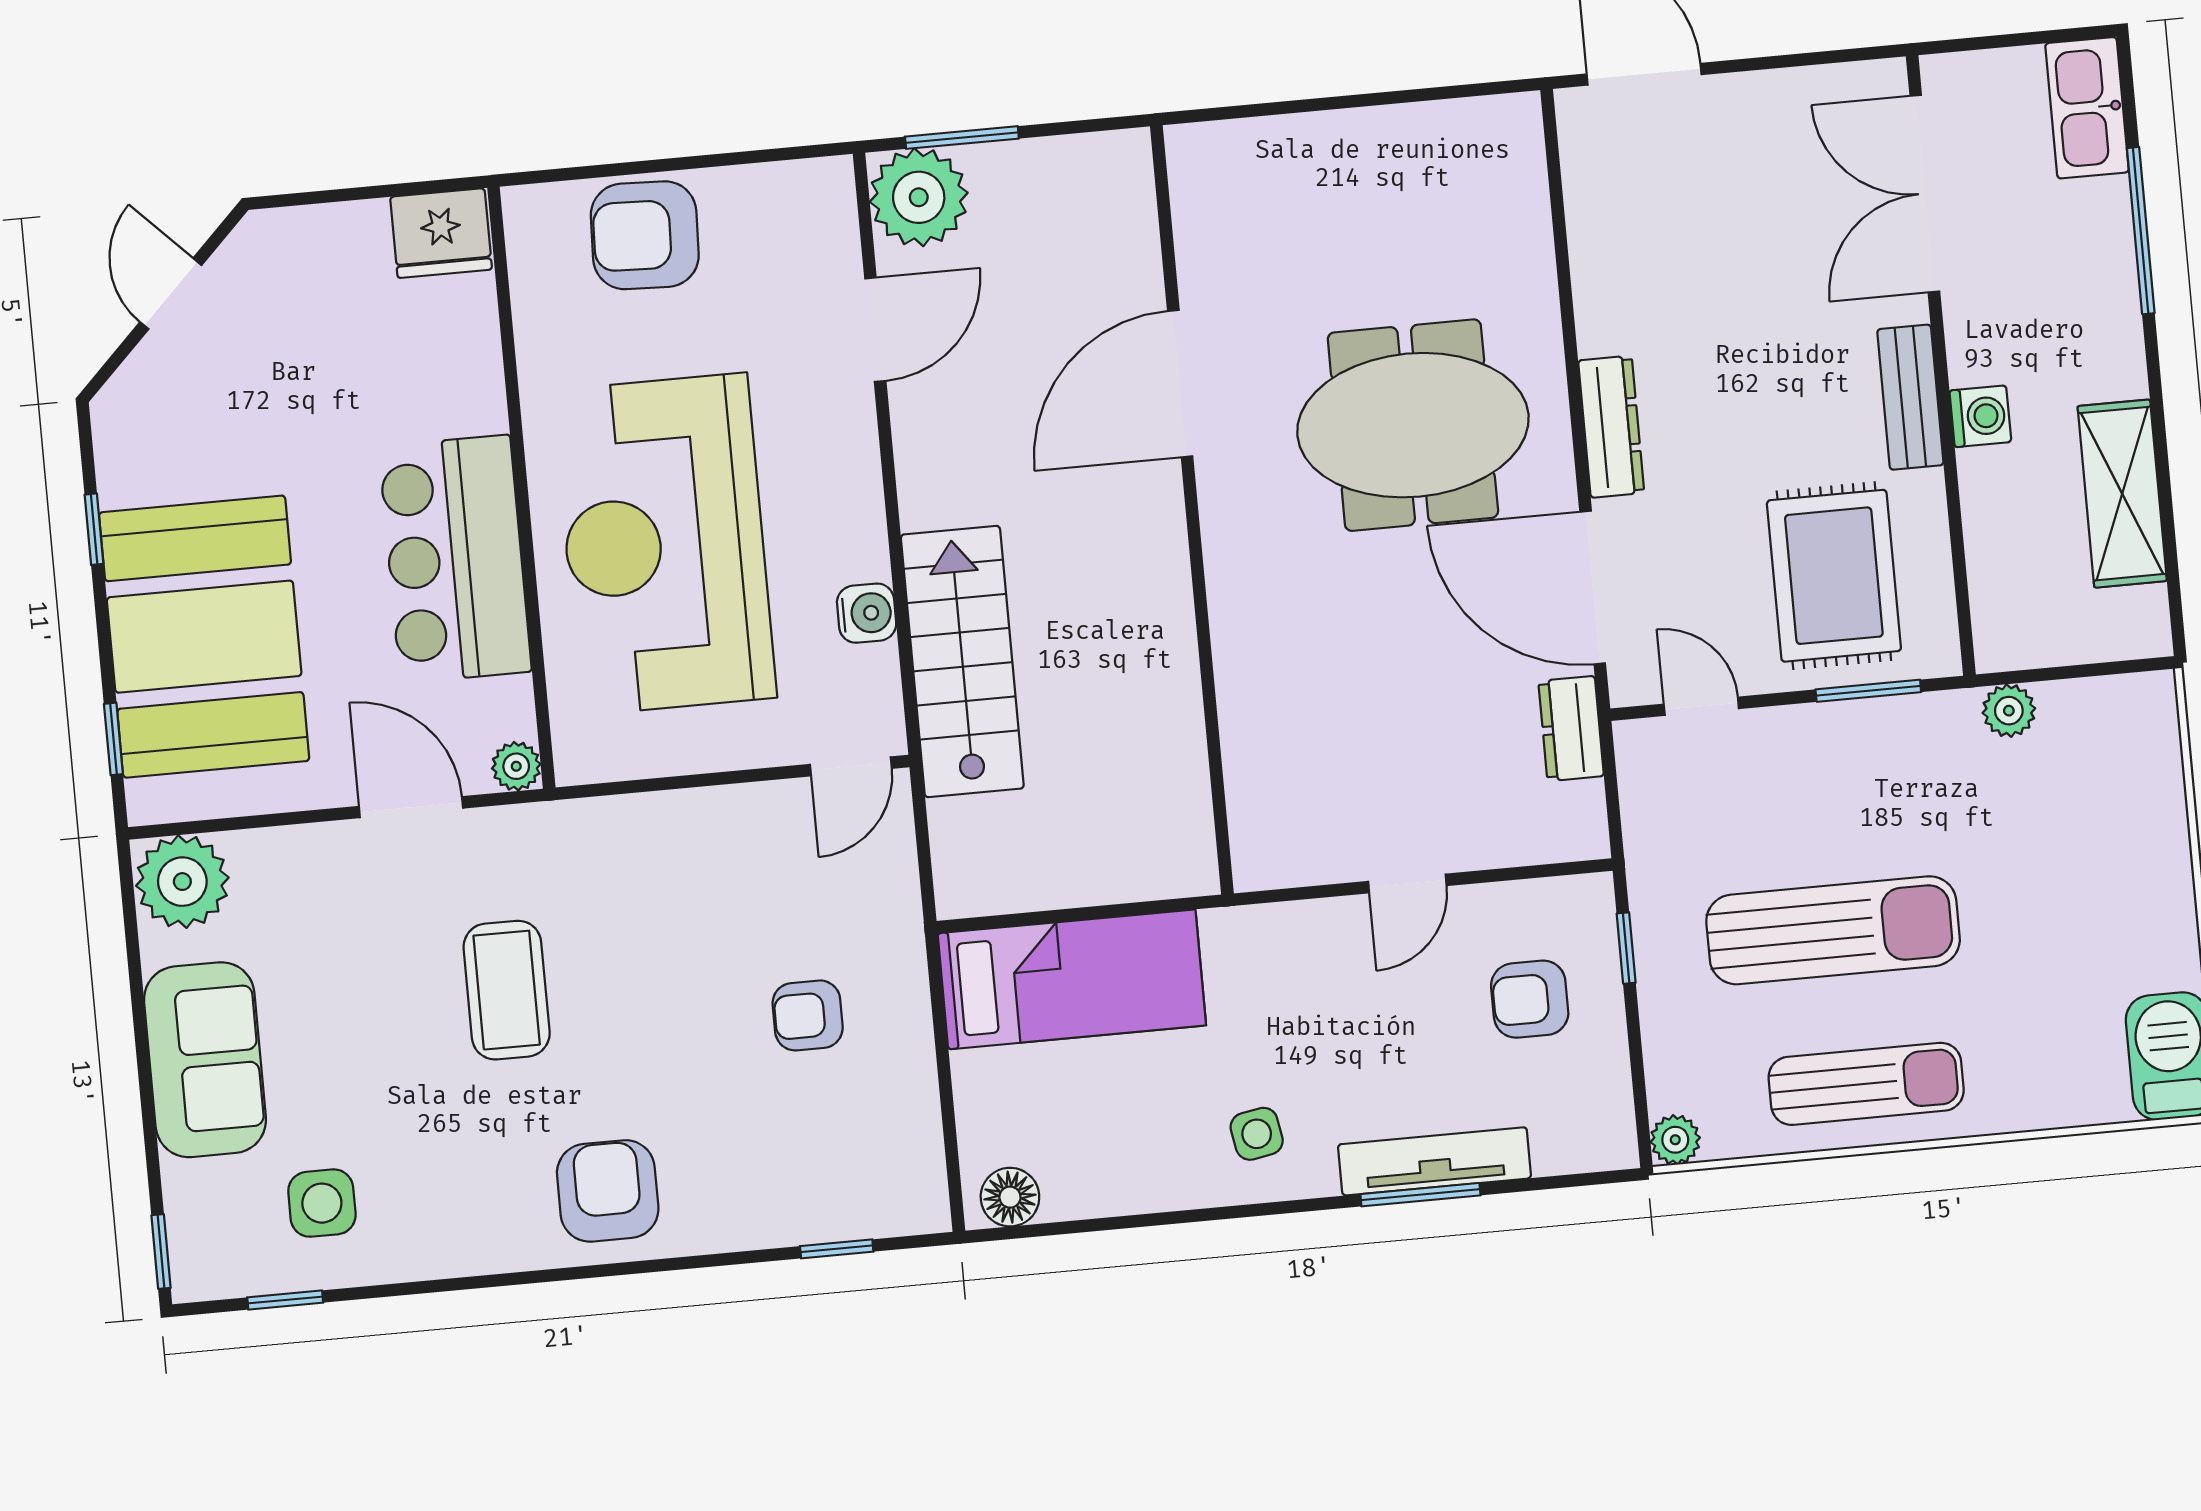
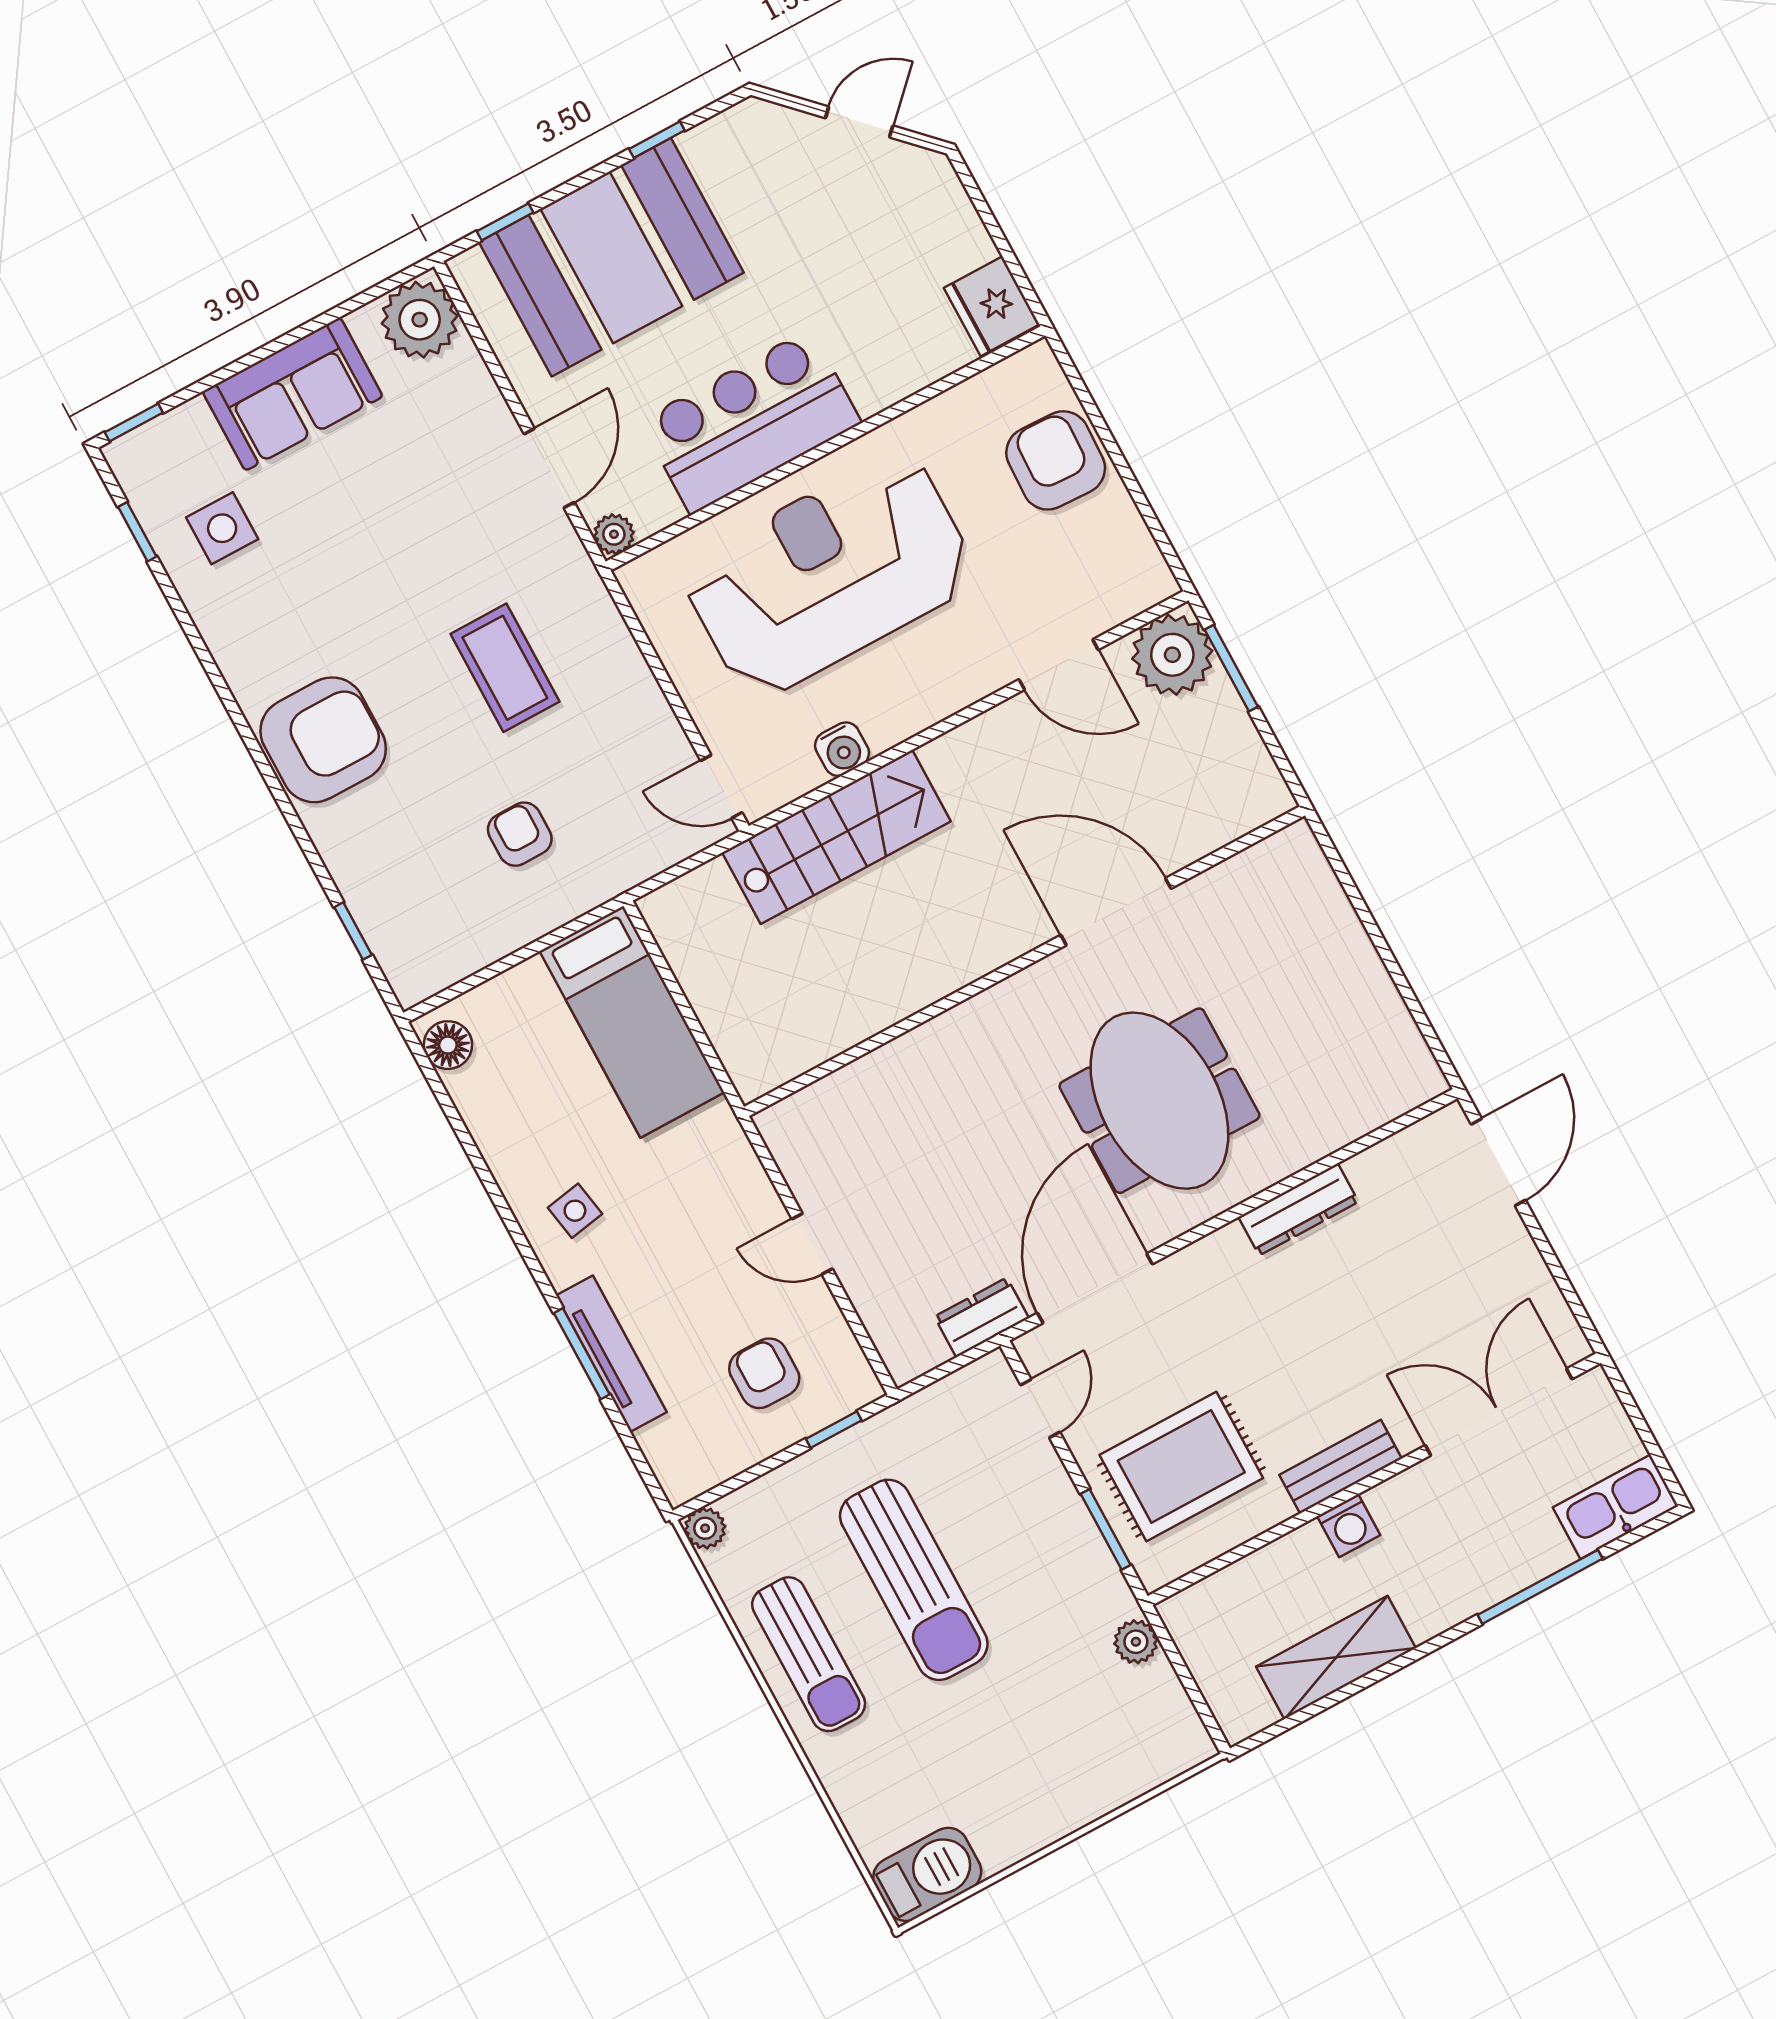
dresser: (1611, 427) -> (1298, 1209), moved
coffee table: (507, 990) -> (505, 668), moved, turned 90
armchair: (608, 1191) -> (323, 740), width x1.36, depth x1.36

